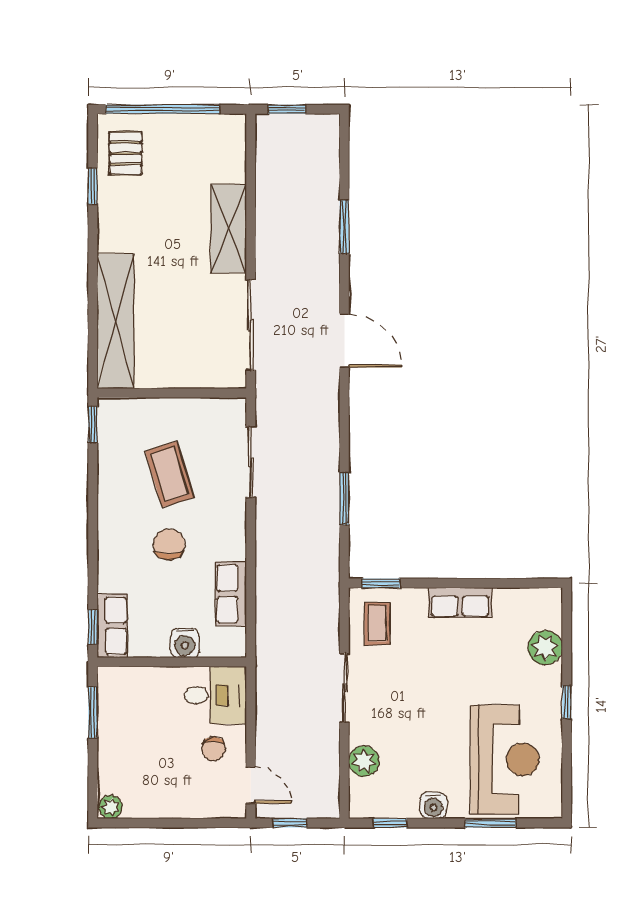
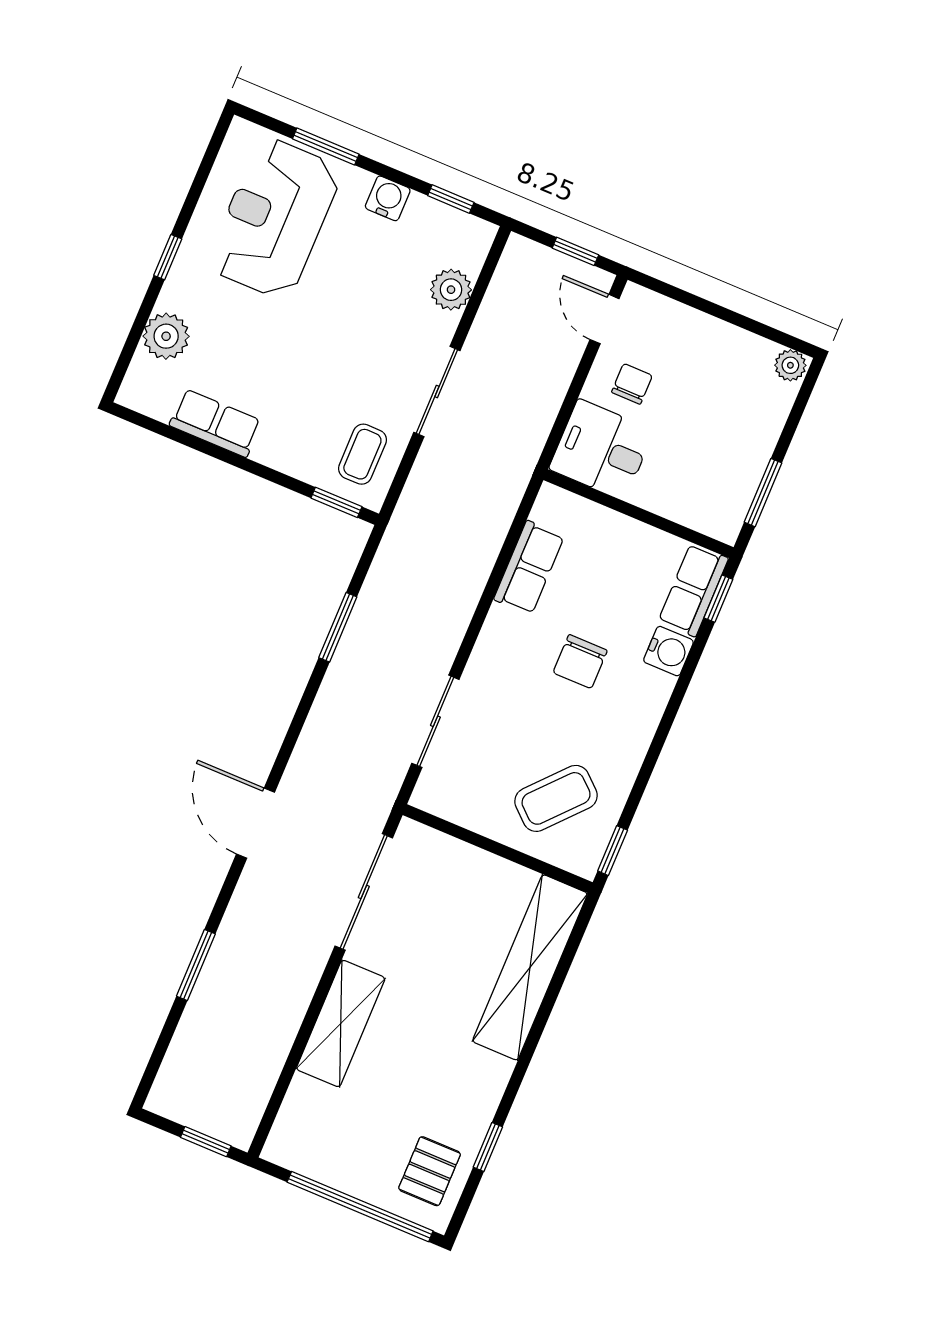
coffee table: (170, 474) -> (556, 798), moved, turned 59
row of seats: (460, 603) -> (215, 423), moved
water cooler: (185, 643) -> (668, 651), moved, turned 90

